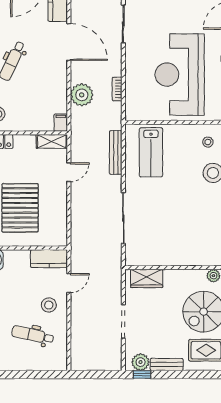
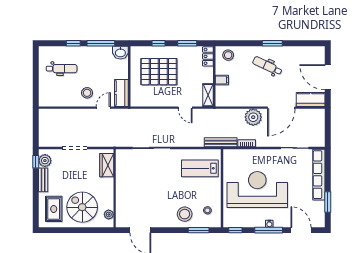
plant: (82, 95) -> (253, 117), moved
filing cabinet: (61, 123) -> (222, 80), moved
bench: (116, 152) -> (221, 142), moved
door: (69, 283) -> (103, 108), swing flipped
dental chair: (33, 335) -> (62, 69), moved, turned 78

